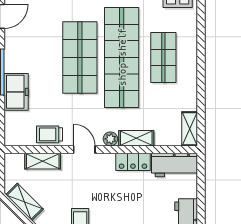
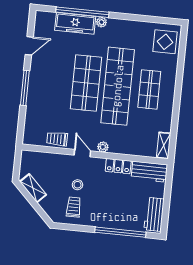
freezer: (16, 92) -> (35, 104), removed
shelving: (136, 138) -> (123, 148), removed
shelving: (43, 161) -> (50, 159), removed
stool: (82, 192) -> (77, 185), added

